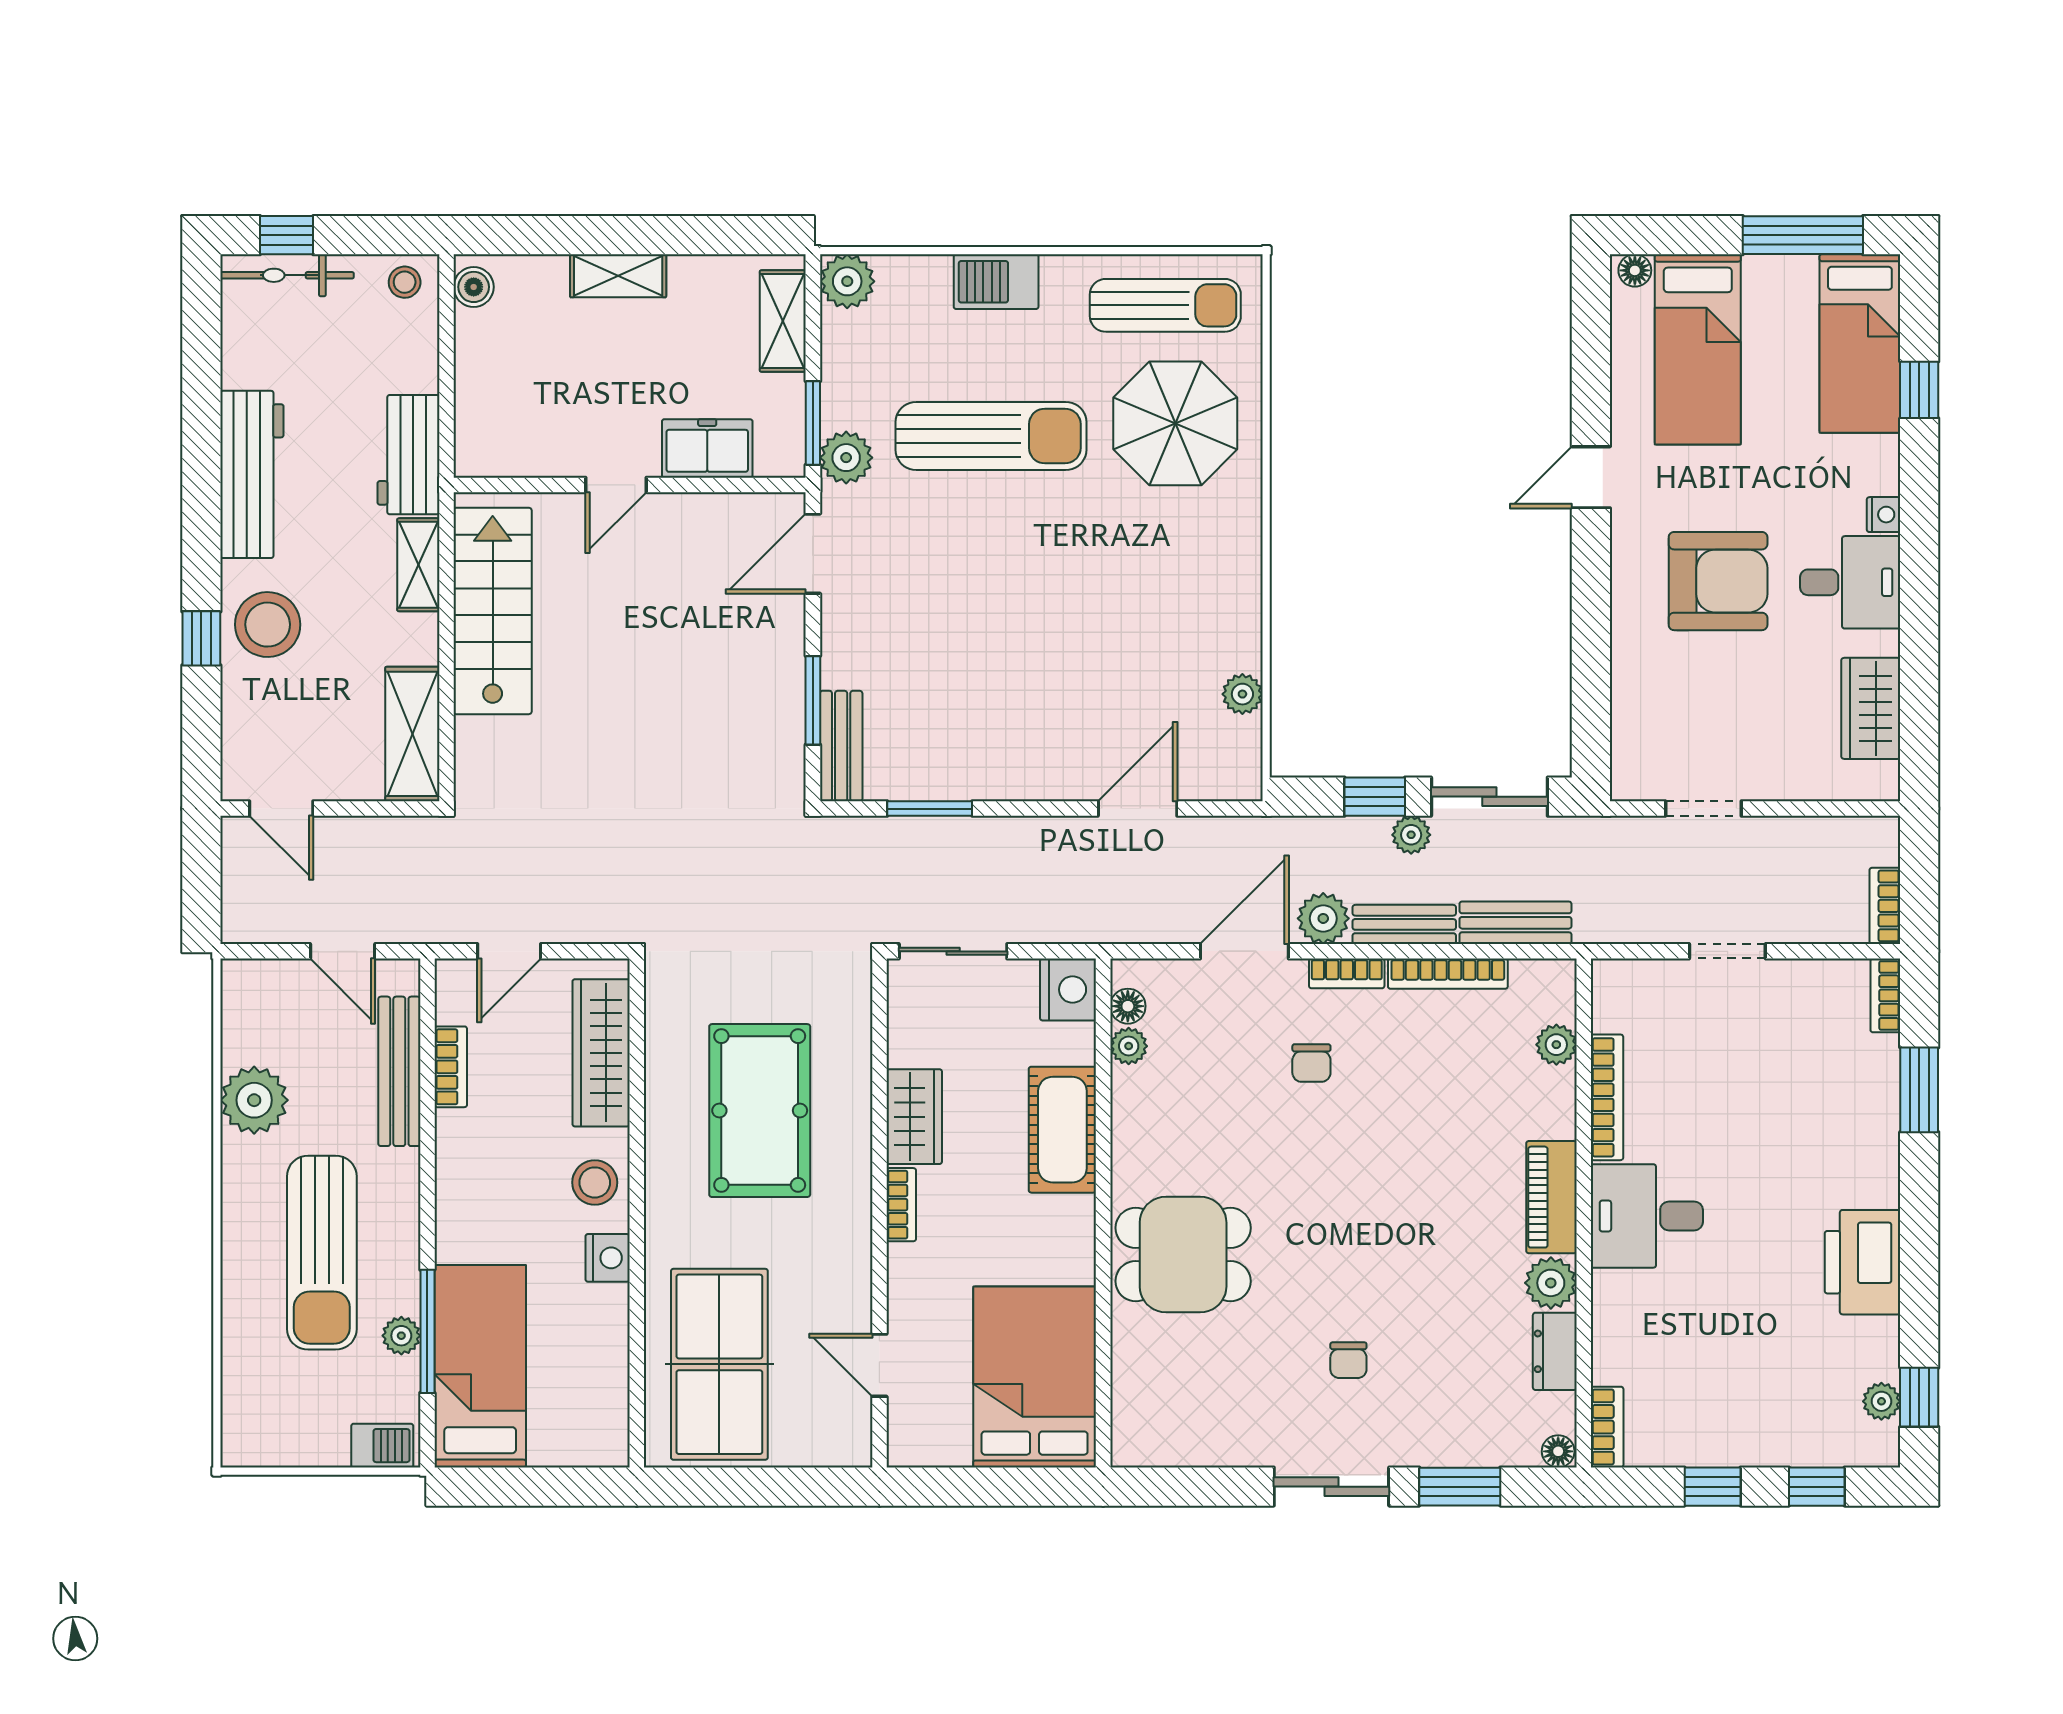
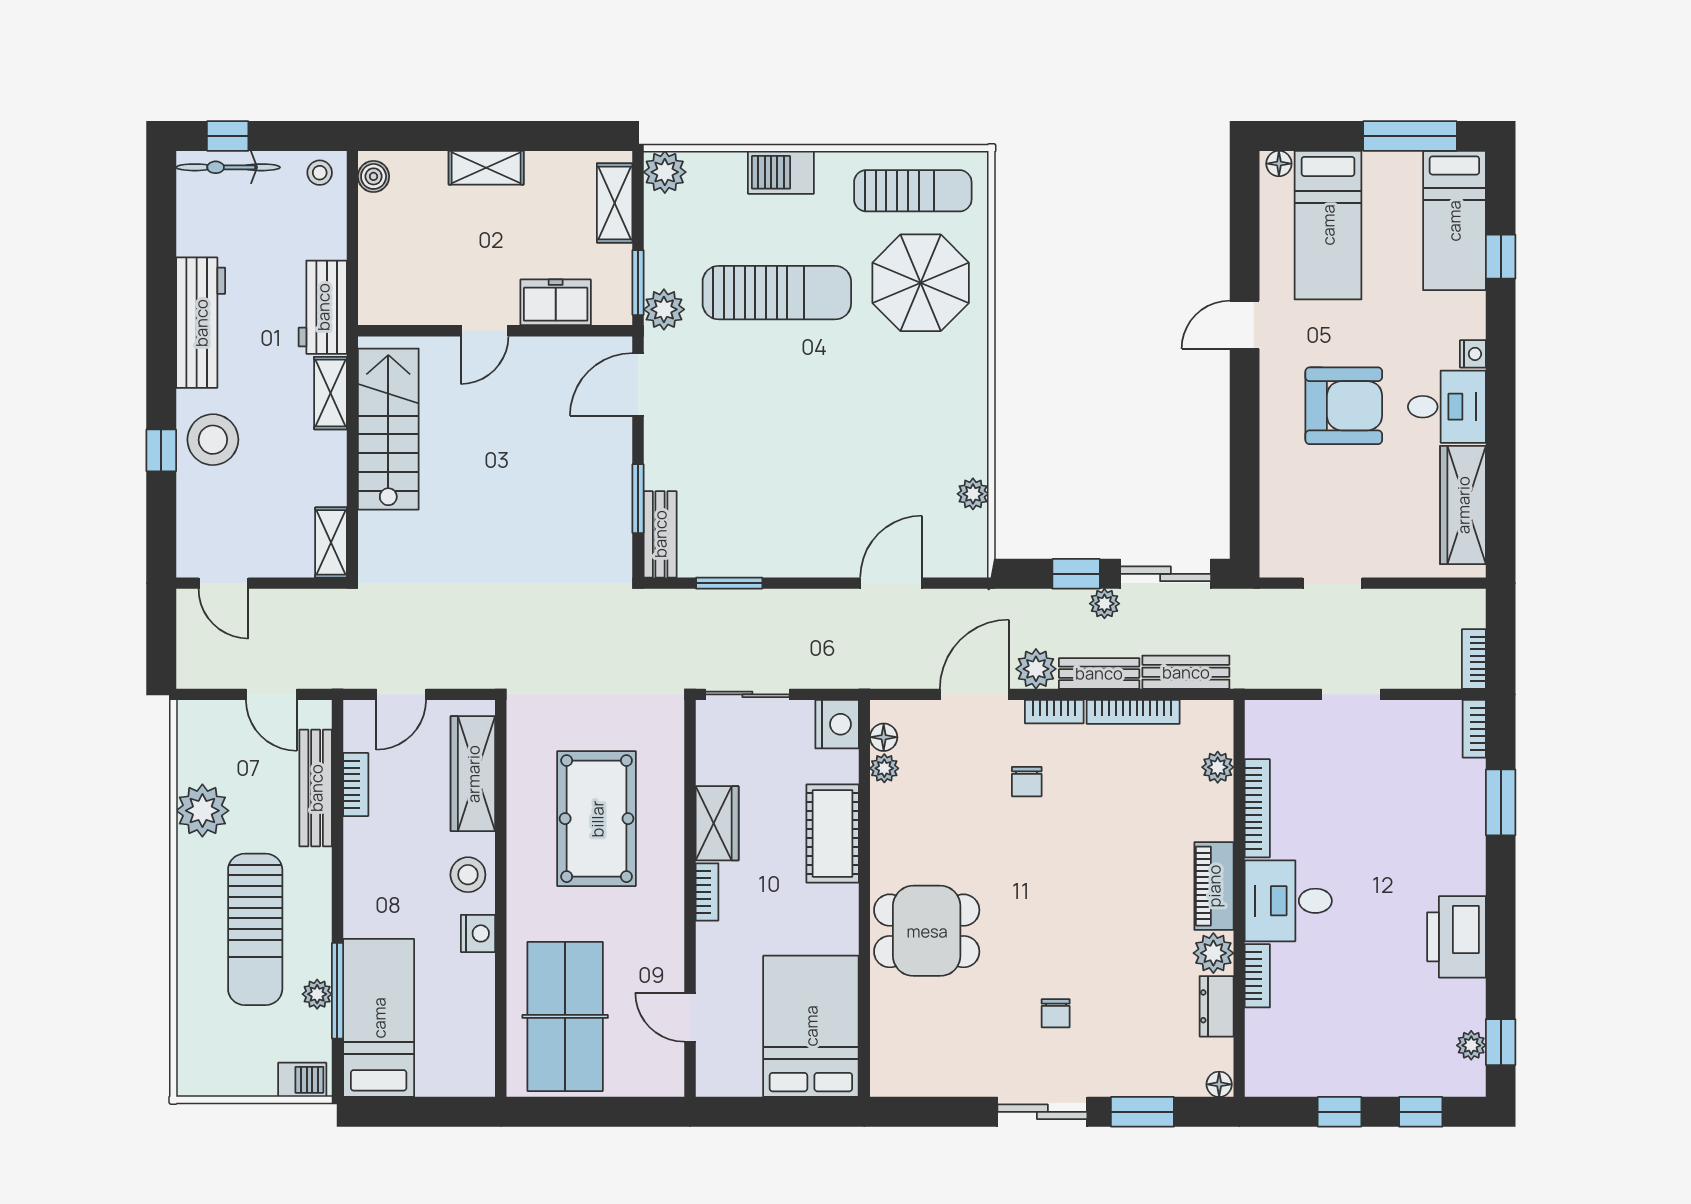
wardrobe: (1871, 708) -> (1463, 505), width x1.50
shelving: (412, 734) -> (331, 542), width x0.67, depth x0.75
bookcase: (1607, 1427) -> (1257, 976), moved

